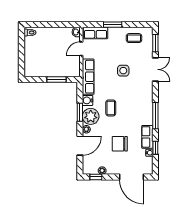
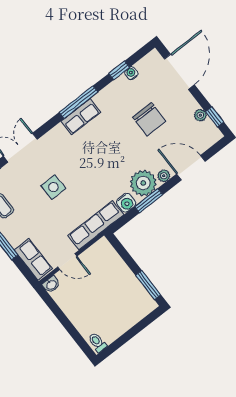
window: (57, 80) -> (148, 285), moved
coffee table: (111, 108) -> (113, 166), removed
row of seats: (147, 137) -> (81, 117), moved

